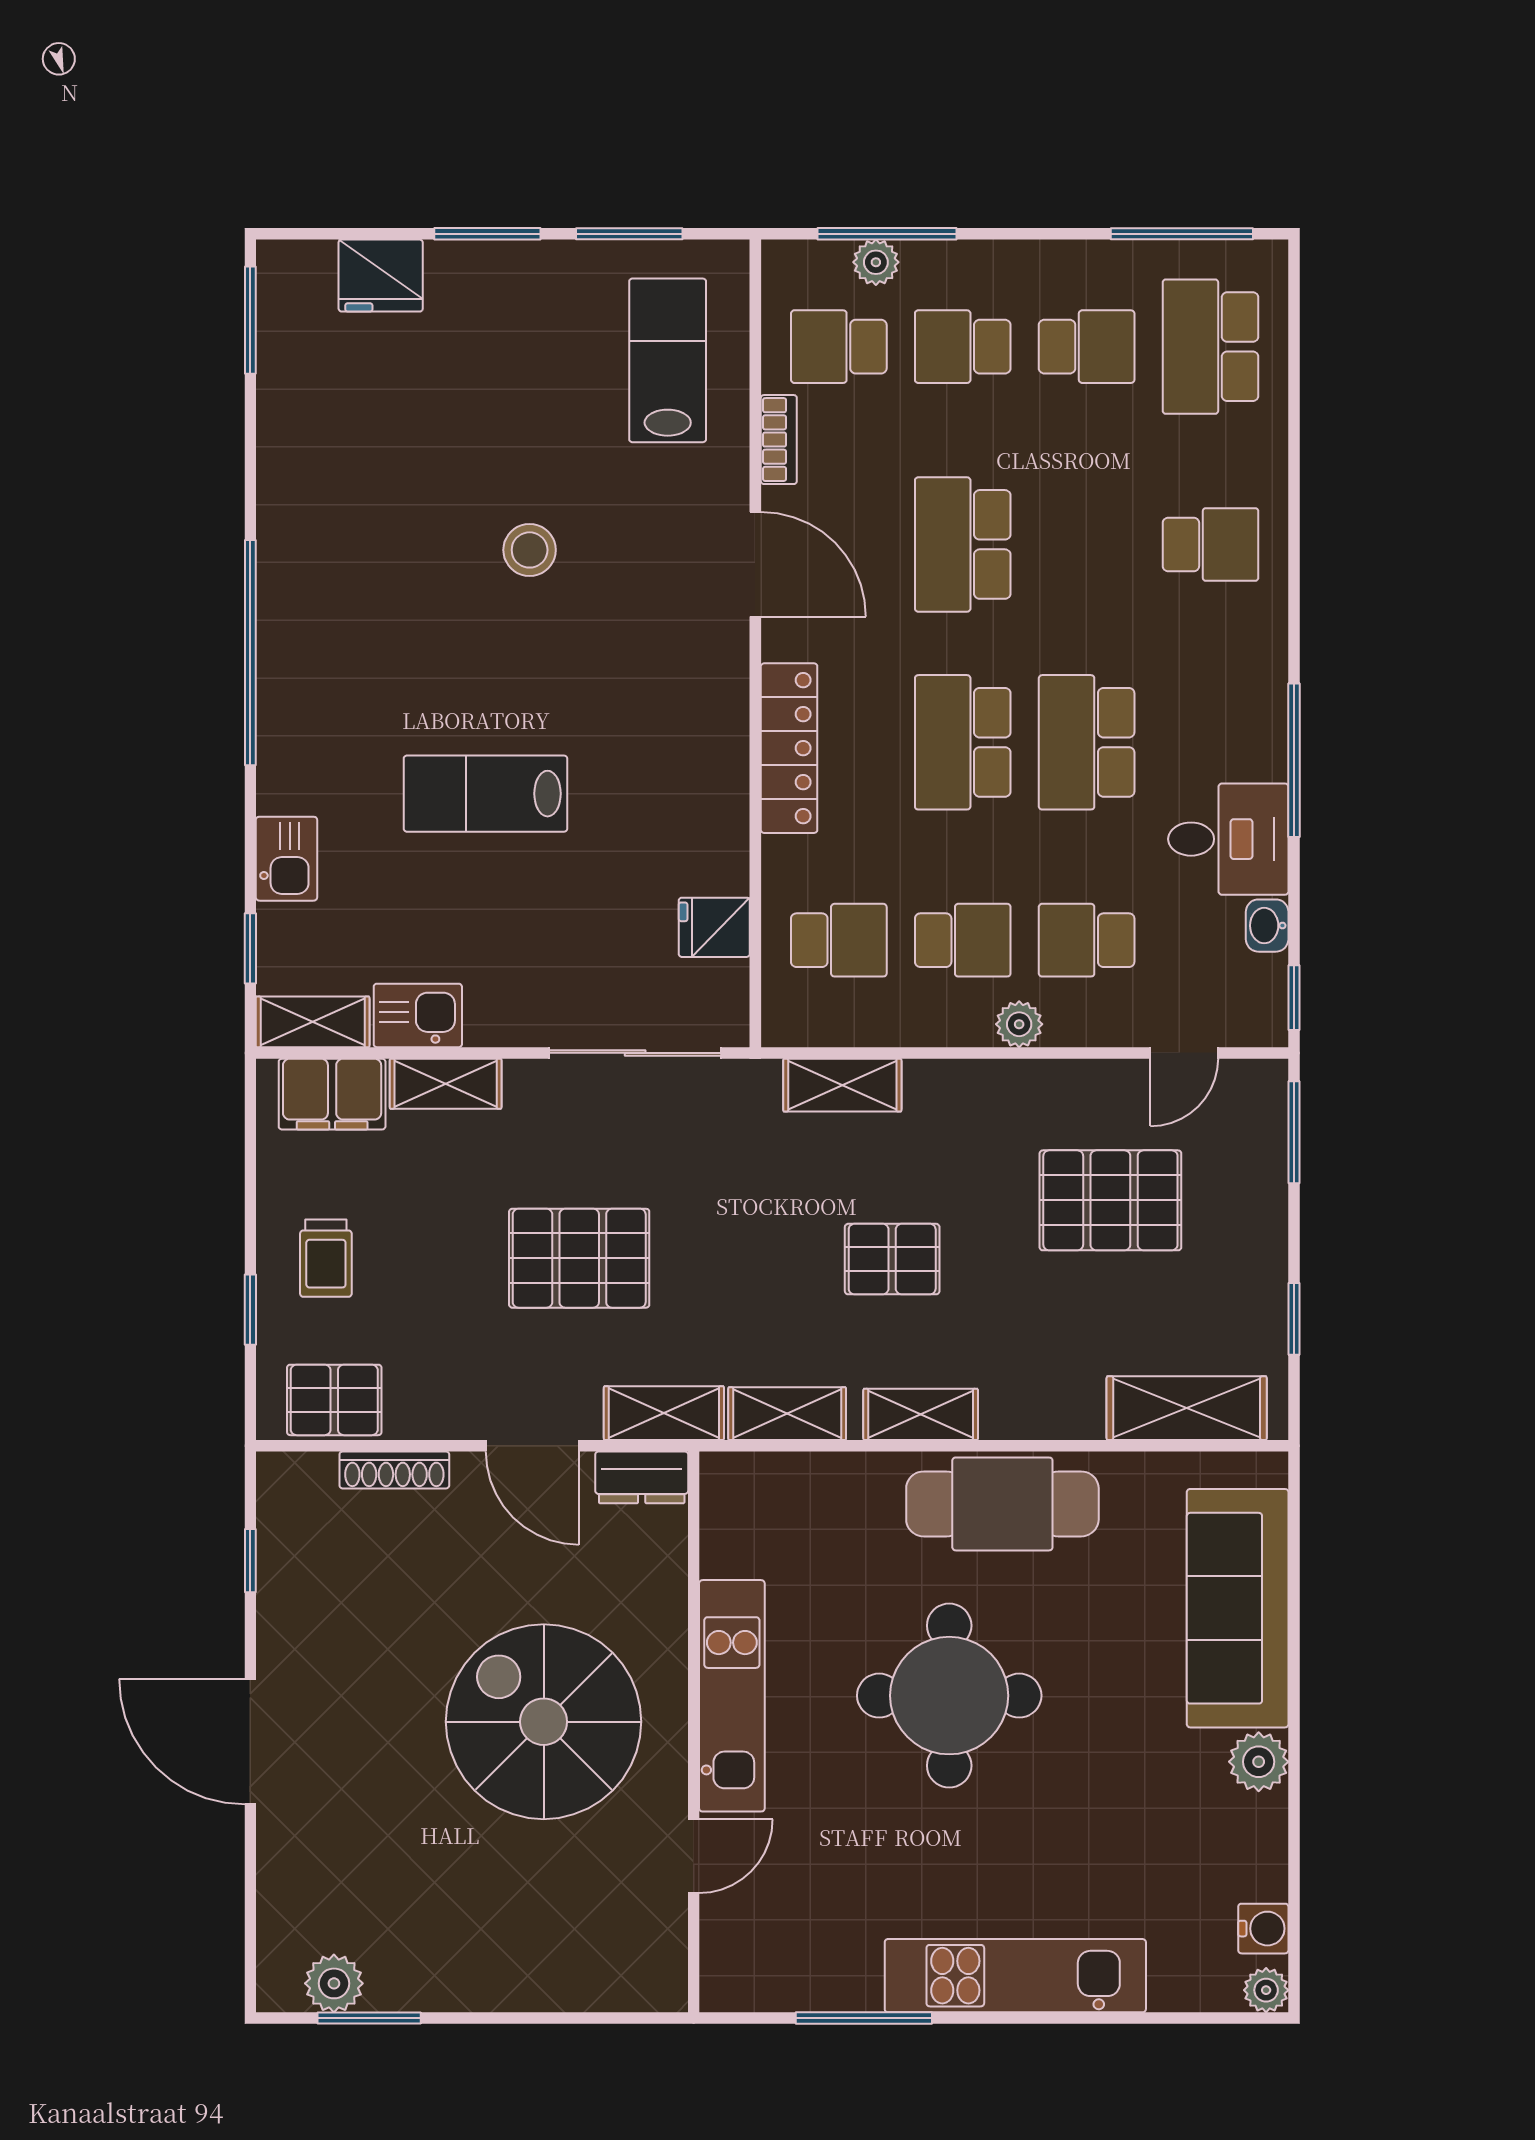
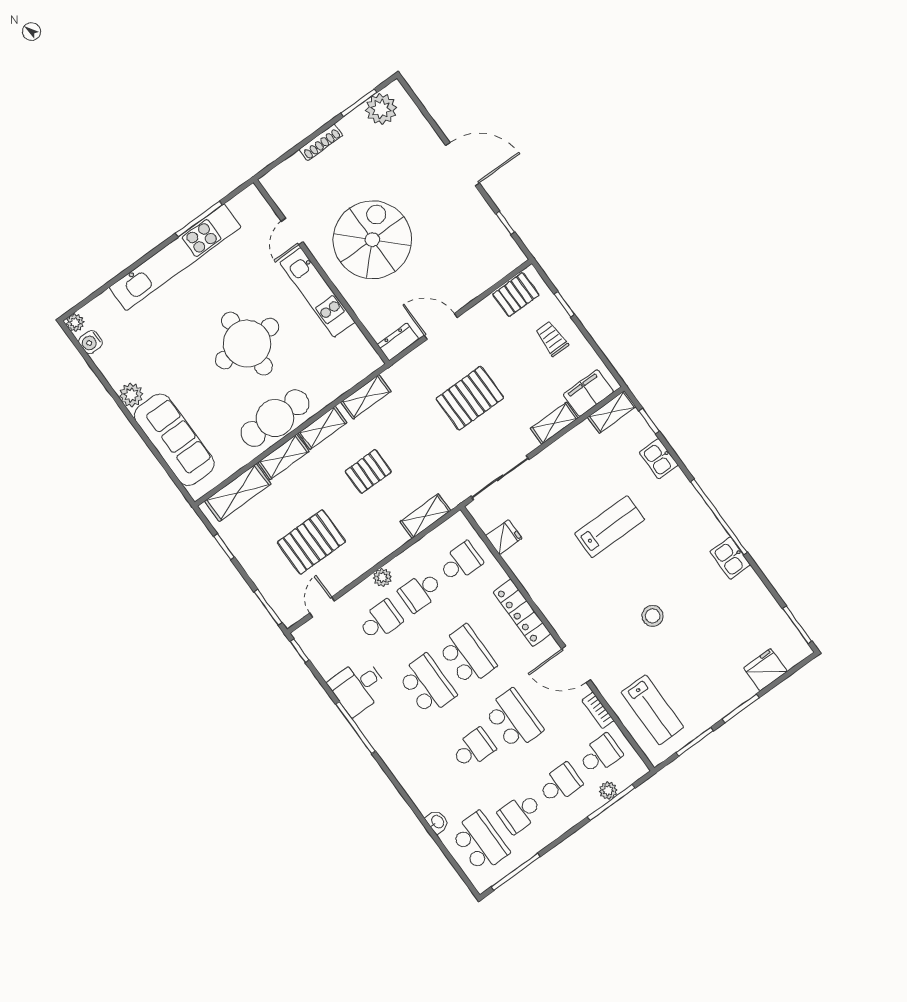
school desk: (1210, 544) -> (473, 749), moved, turned 180
washbasin: (1267, 926) -> (437, 822), moved
school desk: (839, 940) -> (461, 562), turned 180
kitchen sink: (418, 1015) -> (730, 558), moved, turned 90
shelving: (664, 1413) -> (283, 457), moved
shoe rack: (394, 1470) -> (321, 142), moved, turned 180
spiral stairs: (544, 1722) -> (372, 240), turned -90
kitchen unit: (1015, 1976) -> (175, 257), width x1.36
plant: (334, 1983) -> (381, 109), width x1.36, depth x1.36

